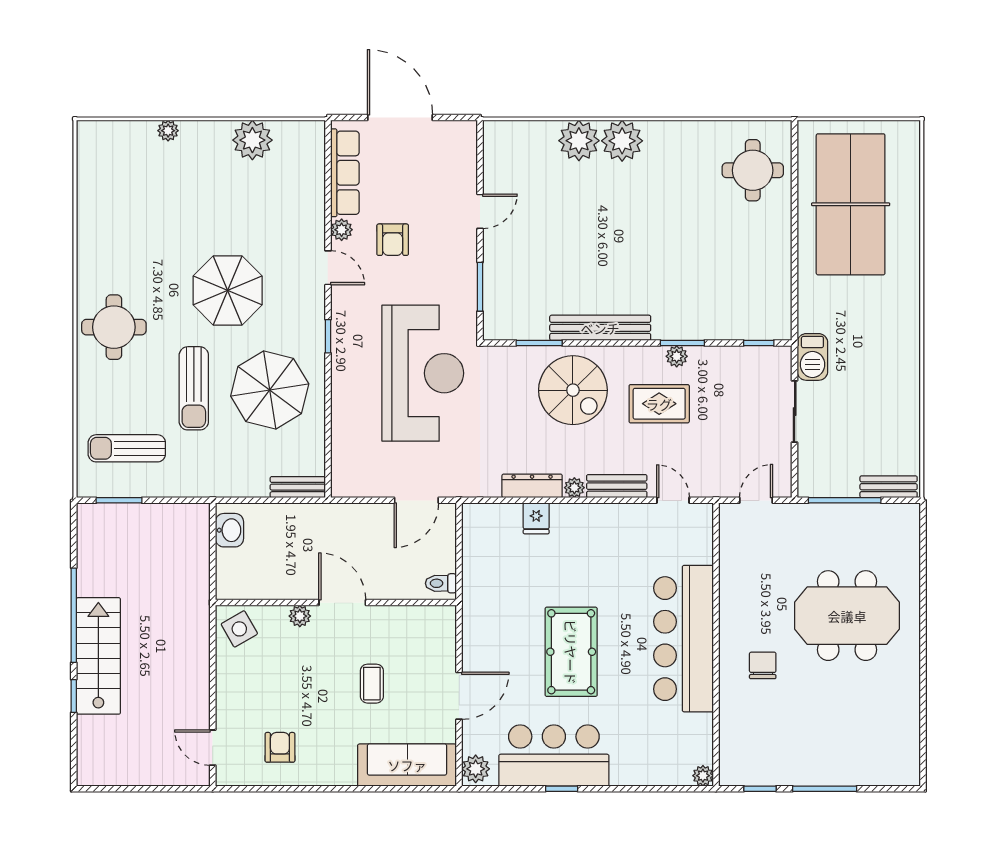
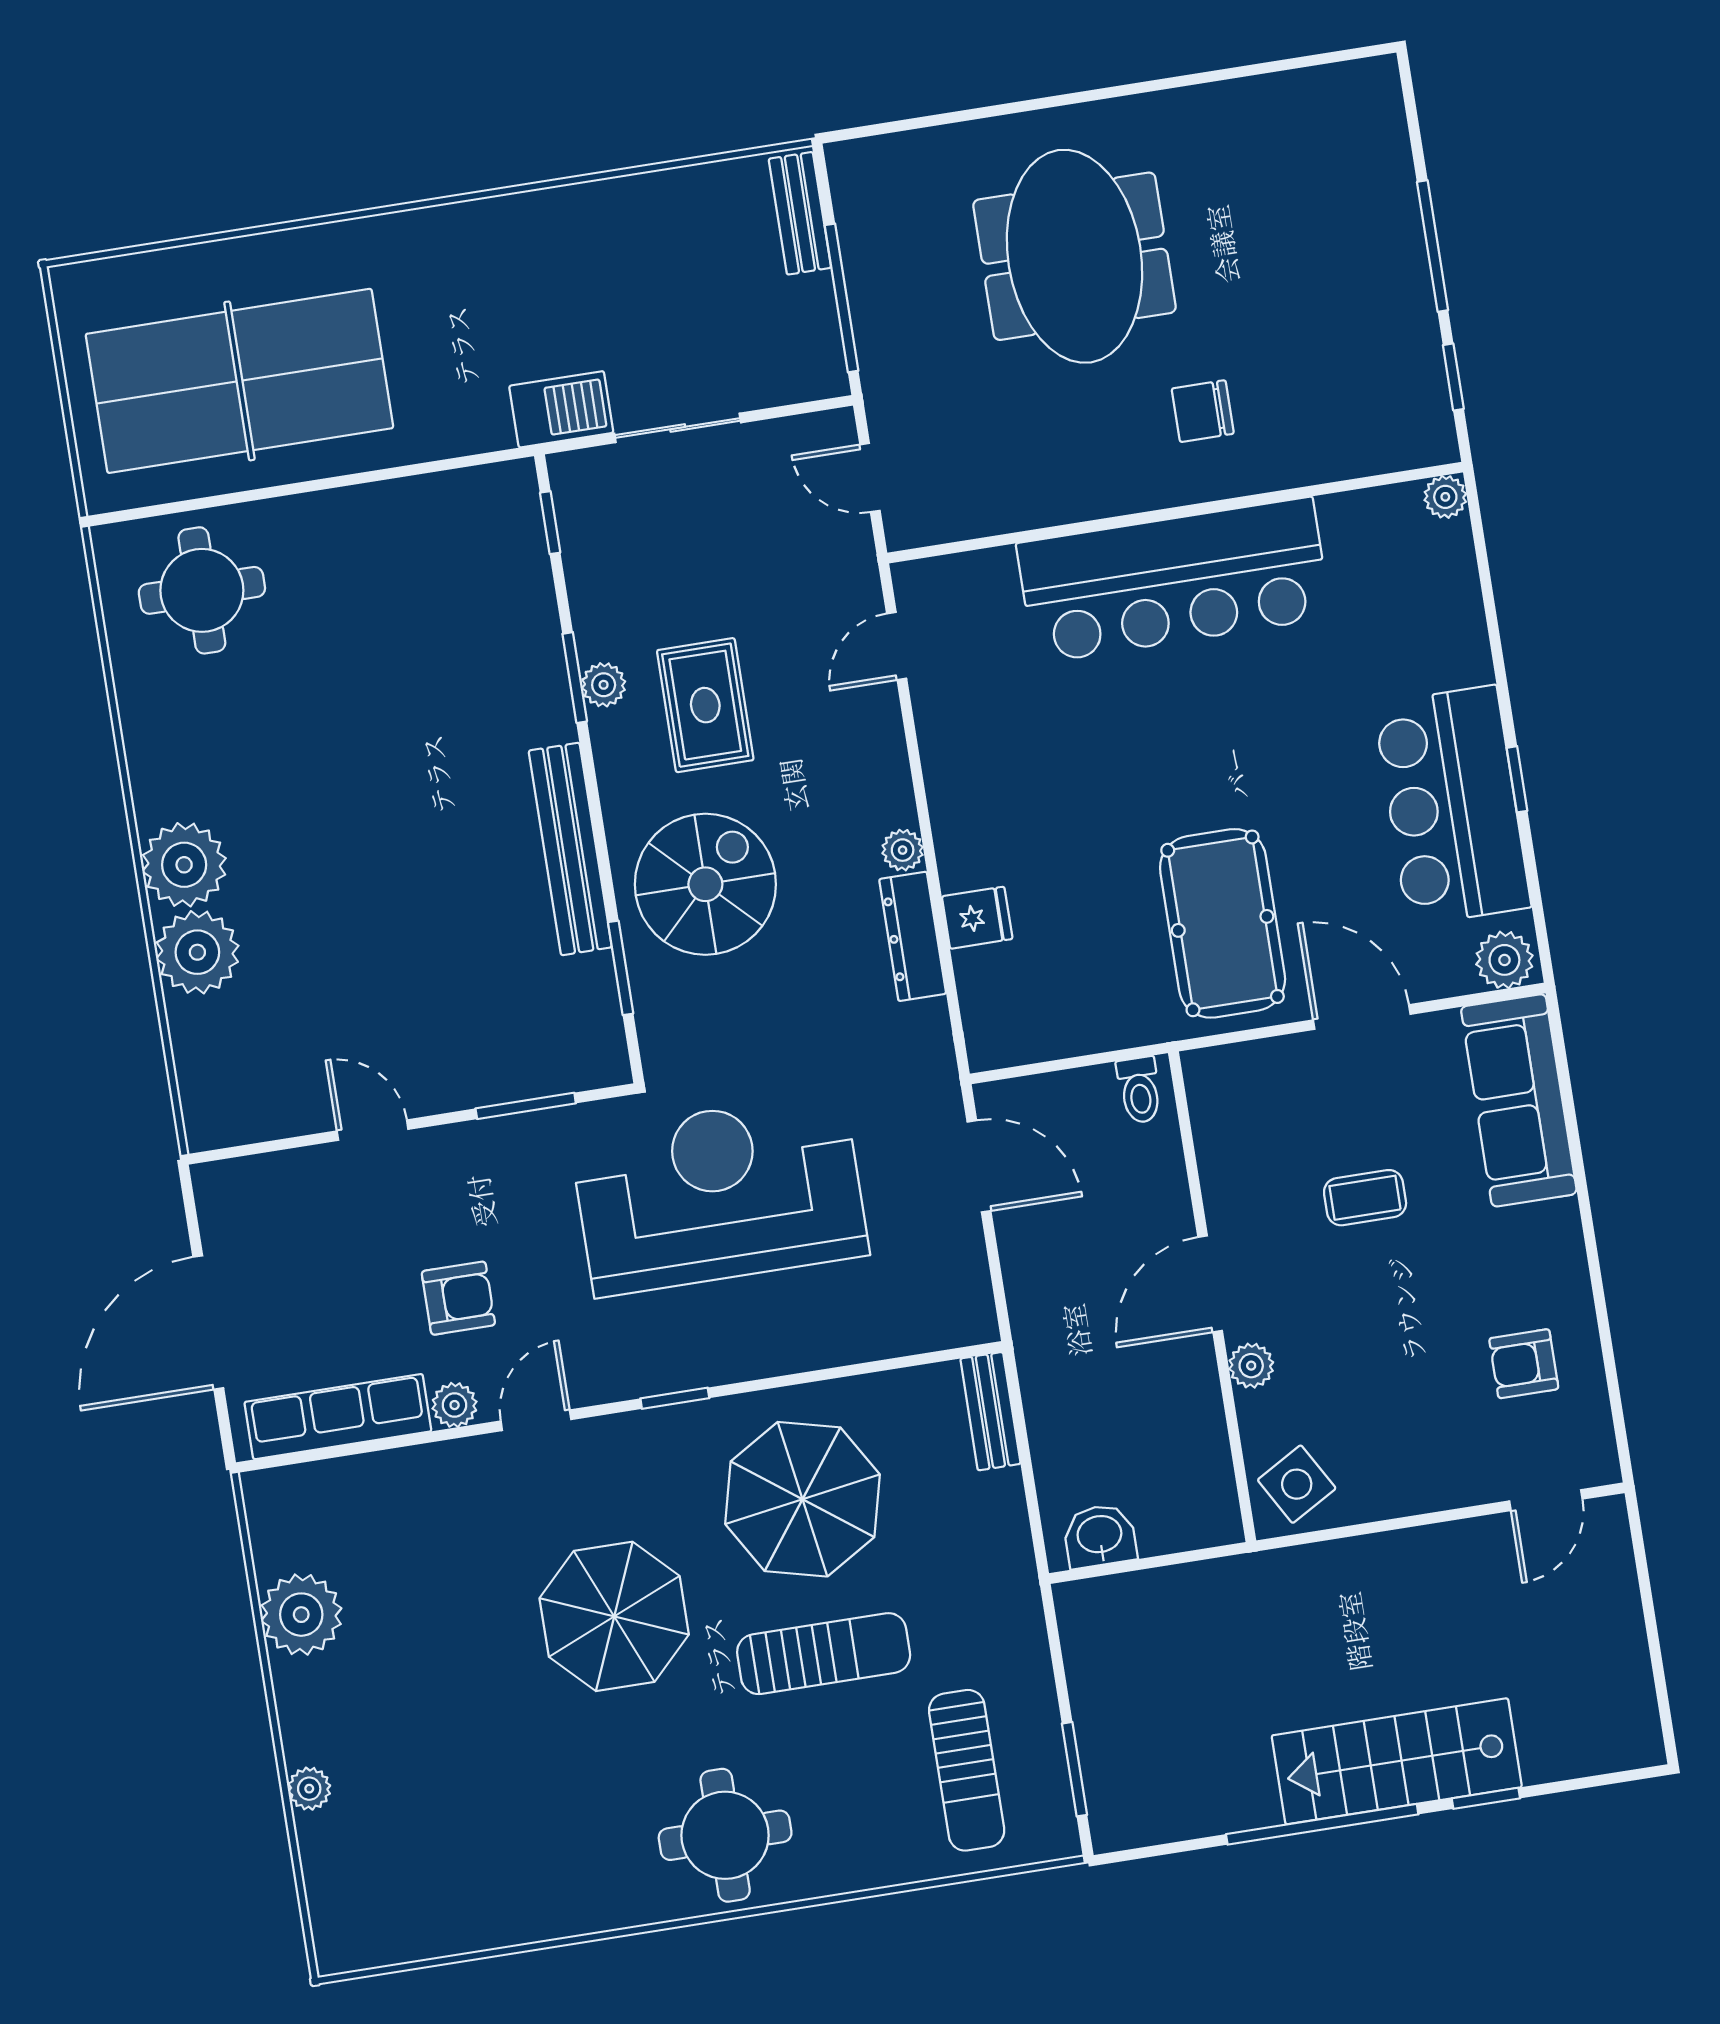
bench: (617, 486) -> (886, 765), removed
pool table: (571, 652) -> (1223, 923), moved, turned 90

